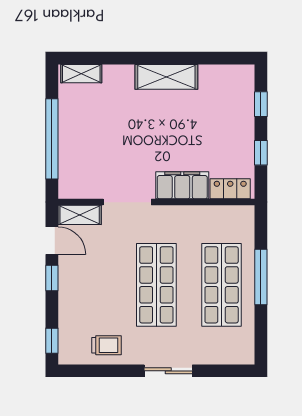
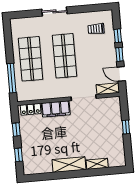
shelving: (81, 74) -> (97, 164), moved
window: (52, 139) -> (126, 127), width x0.32
window: (261, 277) -> (12, 78), moved
window: (52, 341) -> (118, 36), moved
trolley: (106, 345) -> (96, 29), moved

